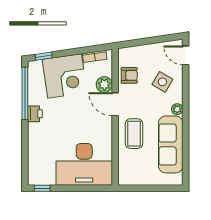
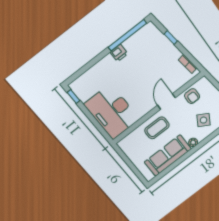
window: (44, 56) -> (171, 38), moved
corner desk: (65, 76) -> (160, 54), removed
plant: (104, 84) -> (174, 85), removed

